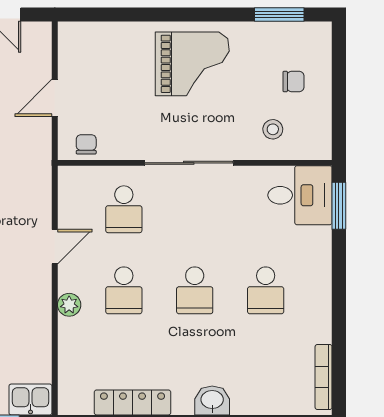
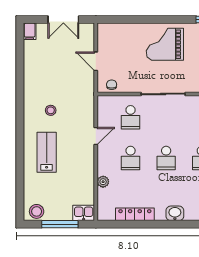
grand piano: (192, 64) -> (165, 44), turned 180
door: (55, 98) -> (96, 61), hinge flipped
plant: (69, 305) -> (103, 182), moved

